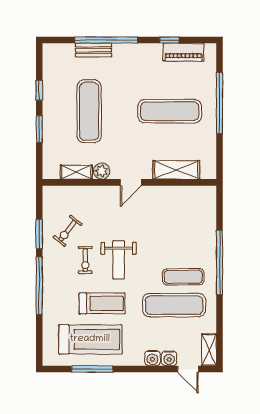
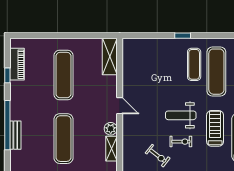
window: (220, 103) -> (57, 36), removed
exercise mat: (89, 111) -> (63, 139), turned 90
shelving: (176, 170) -> (110, 57), moved
weight bench: (119, 260) -> (181, 115), turned 180
window: (220, 262) -> (183, 36), width x0.32

